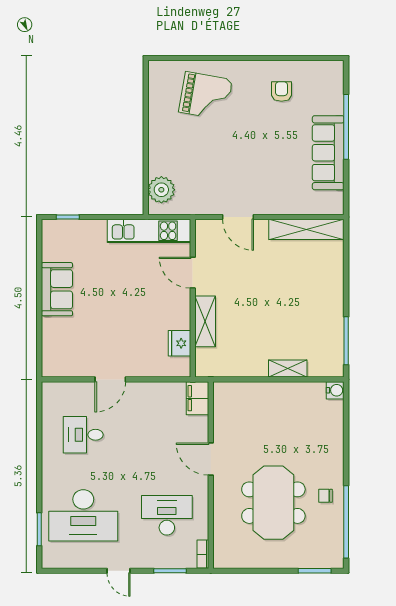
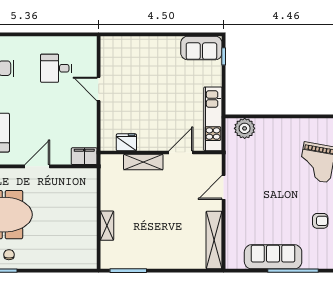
sofa: (57, 289) -> (201, 48), moved
water cooler: (335, 390) -> (90, 262), removed
desk: (83, 435) -> (56, 68), turned -90

